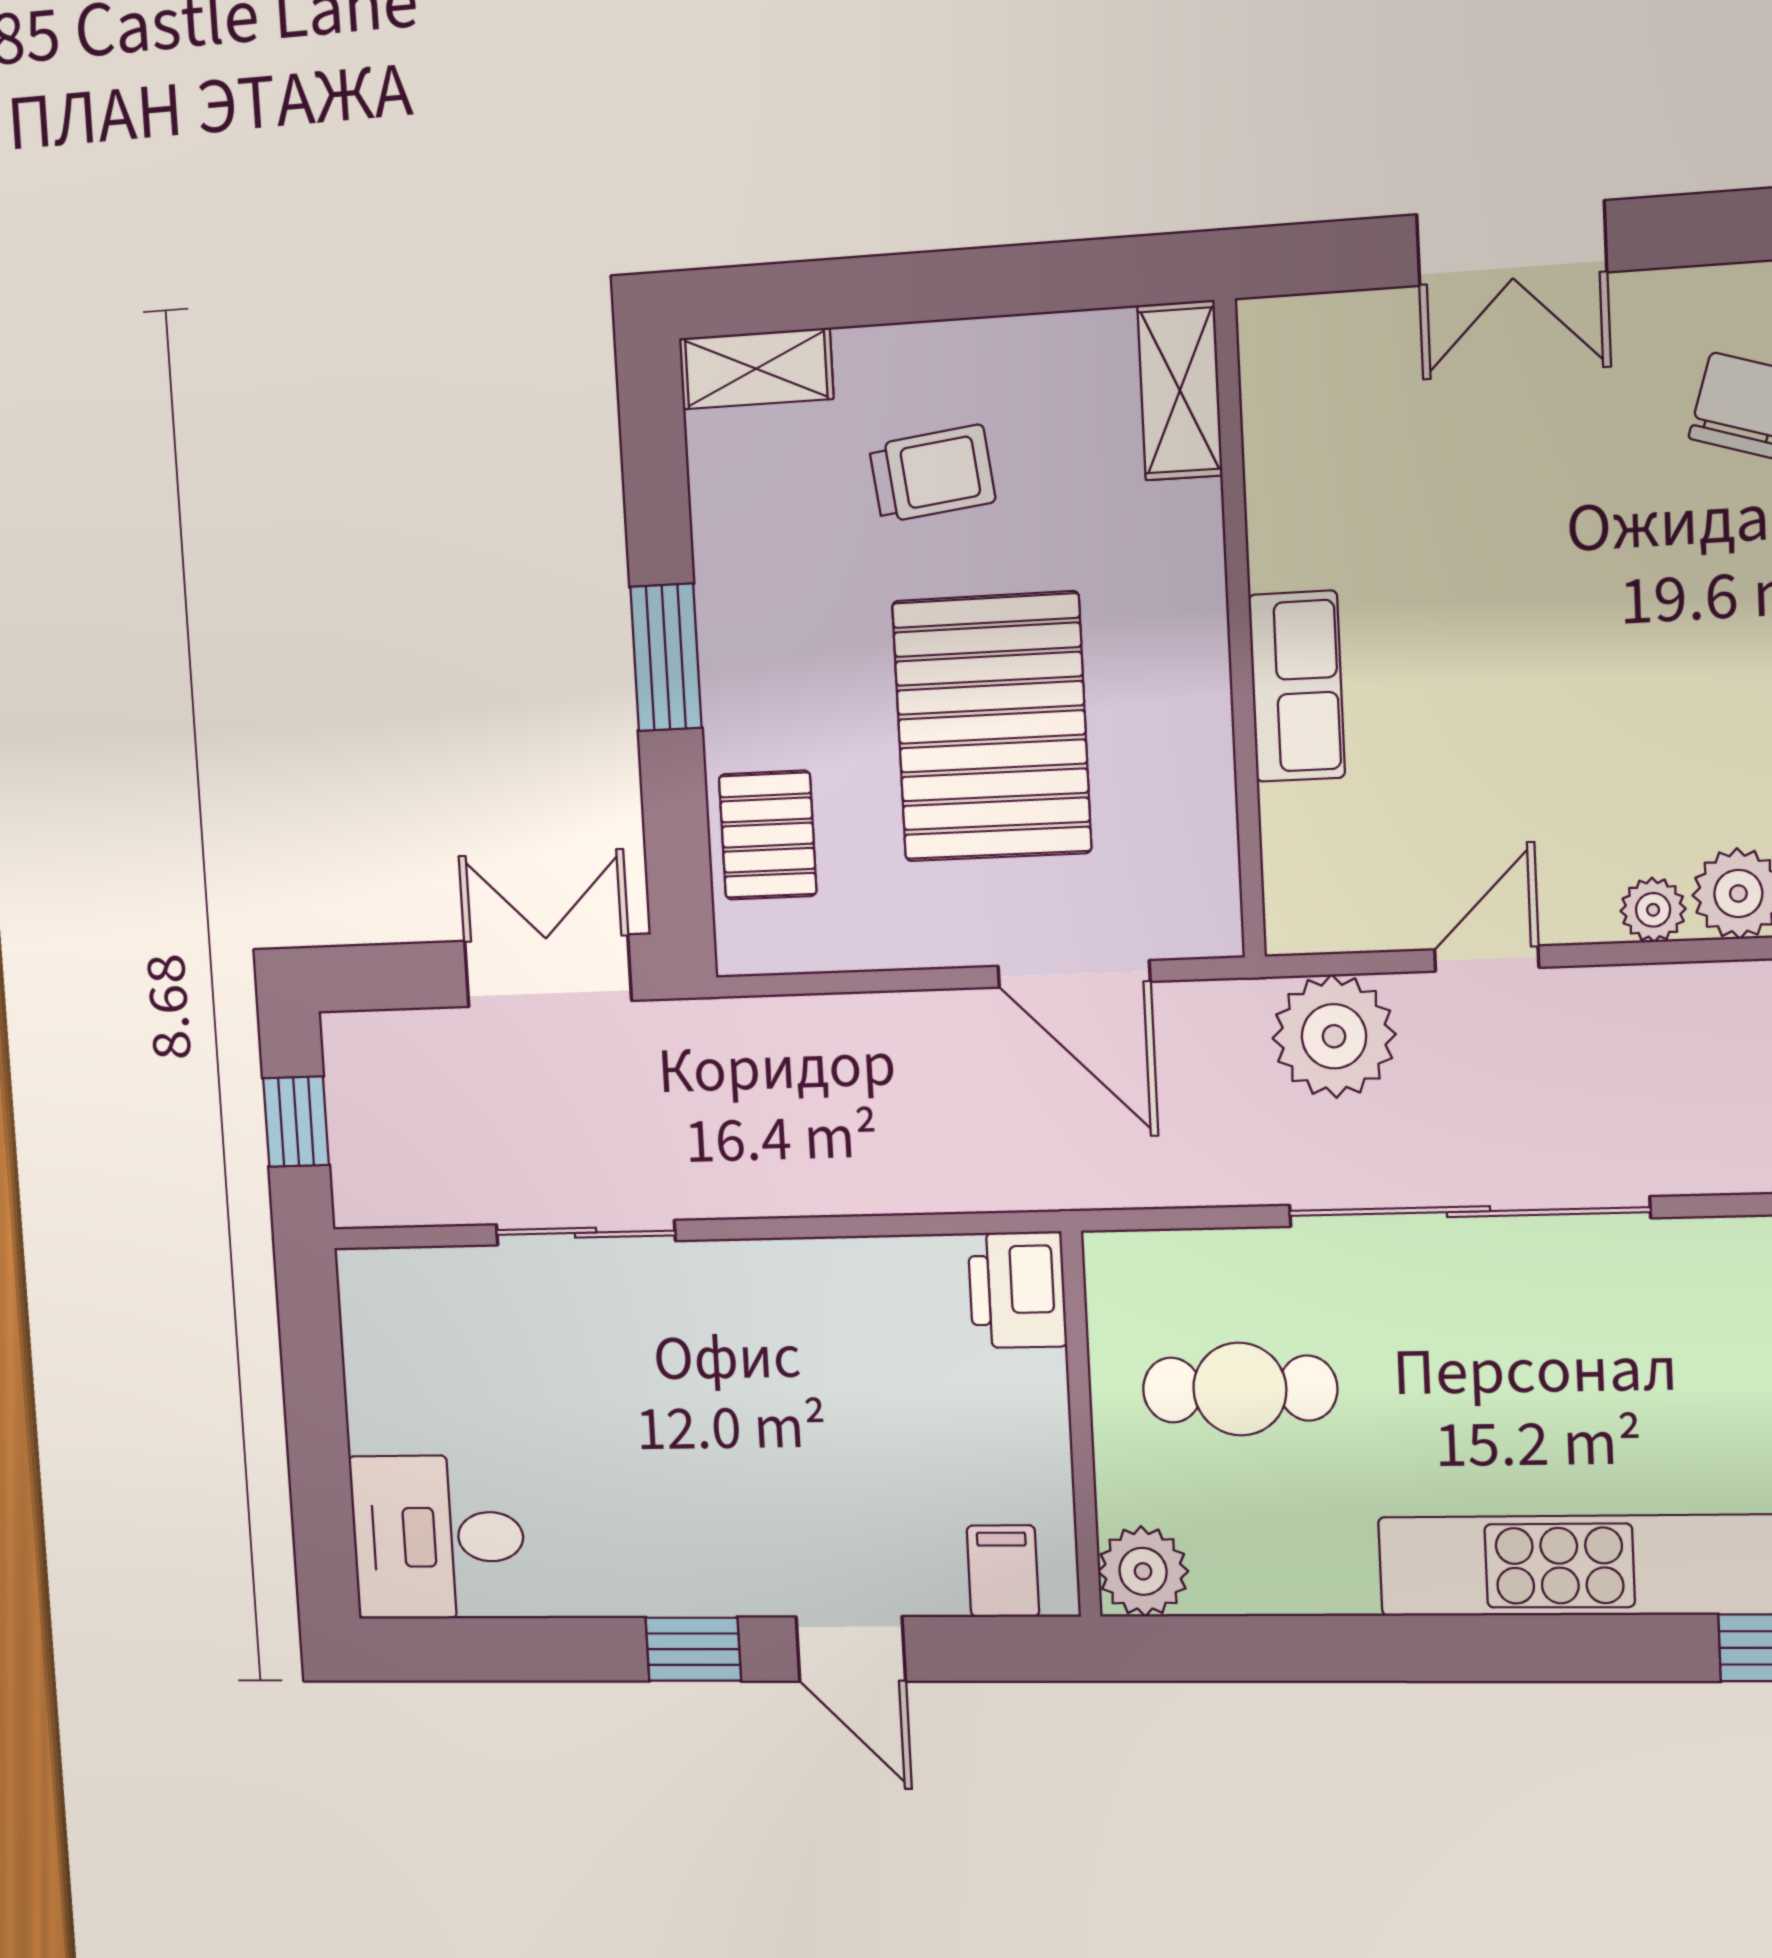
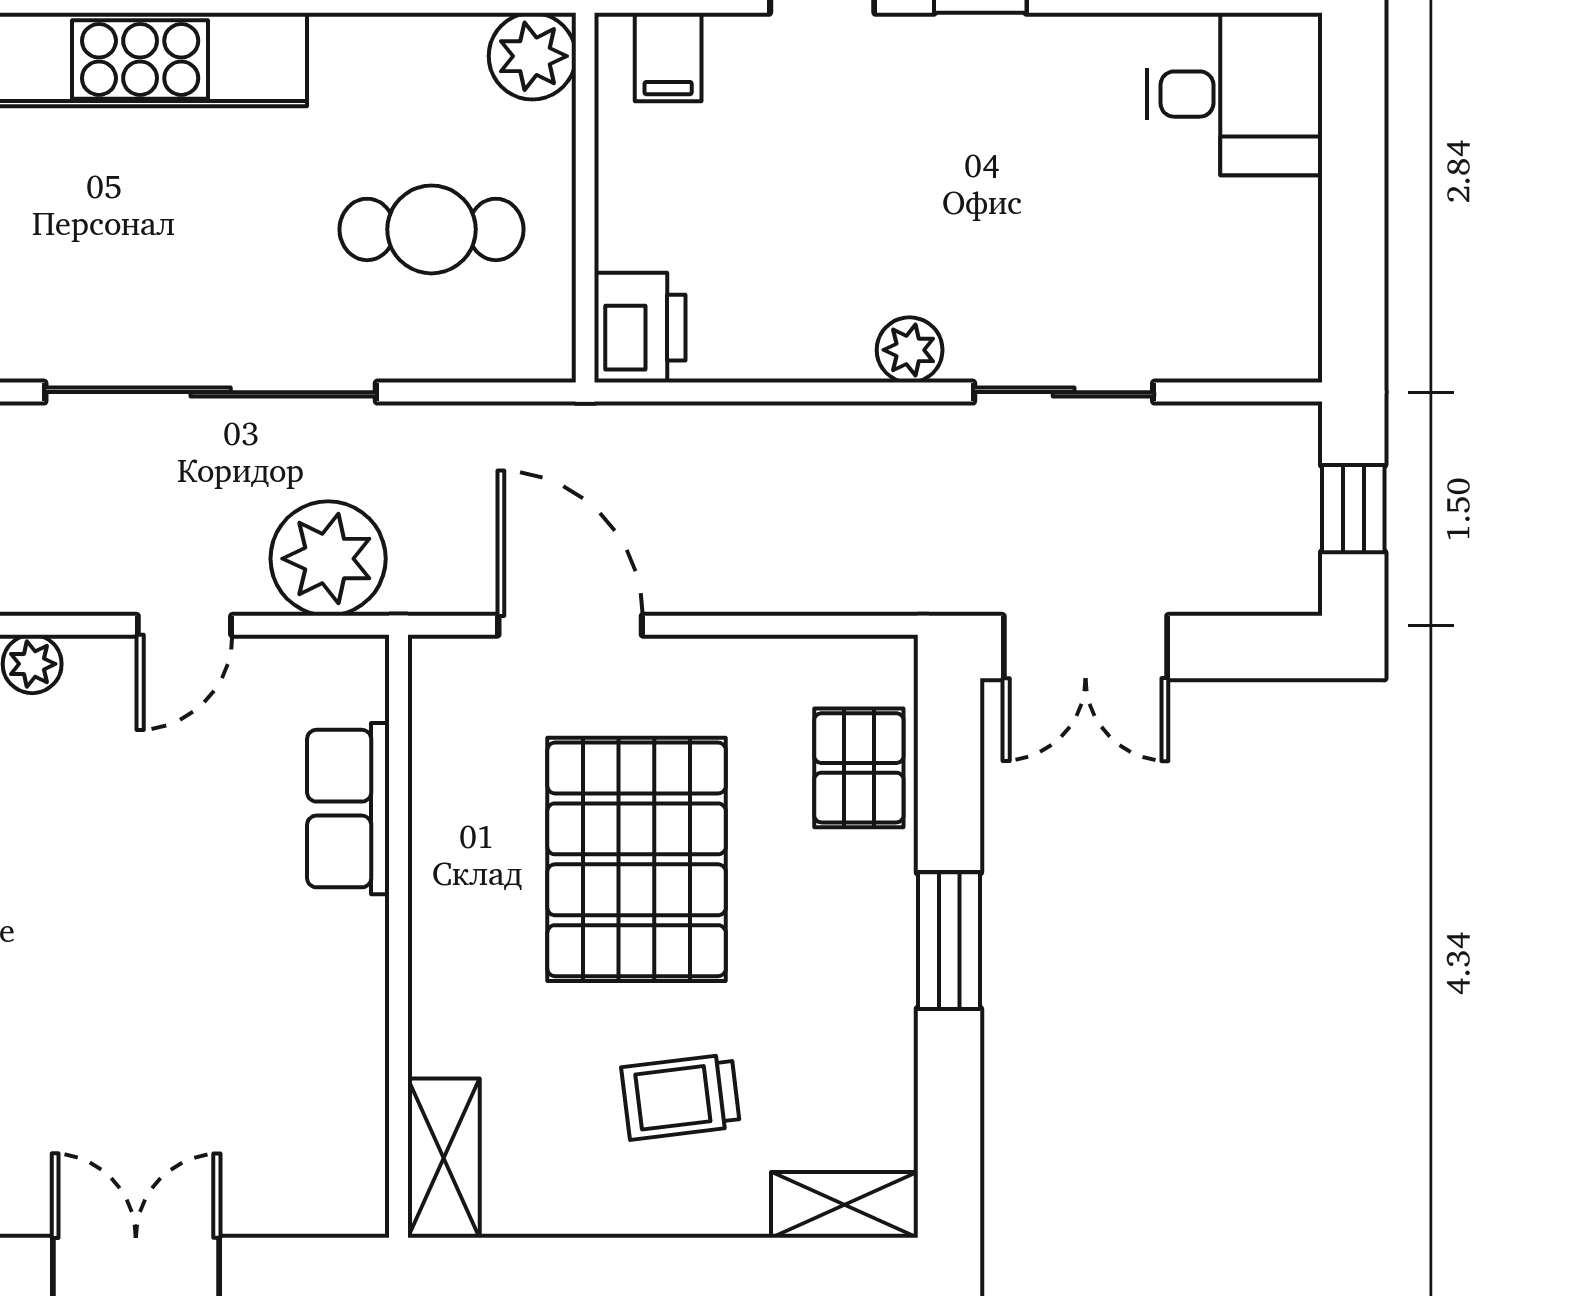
row of seats: (1297, 686) -> (348, 809), moved
plant: (741, 1272) -> (910, 350), added

